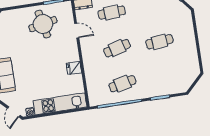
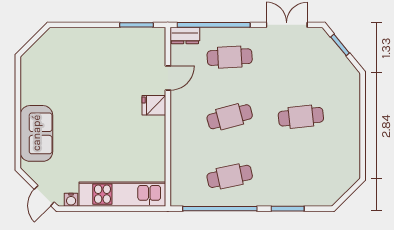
round table: (43, 24) -> (114, 59), removed
door: (77, 31) -> (168, 78), hinge flipped
fridge: (74, 68) -> (154, 105), moved

